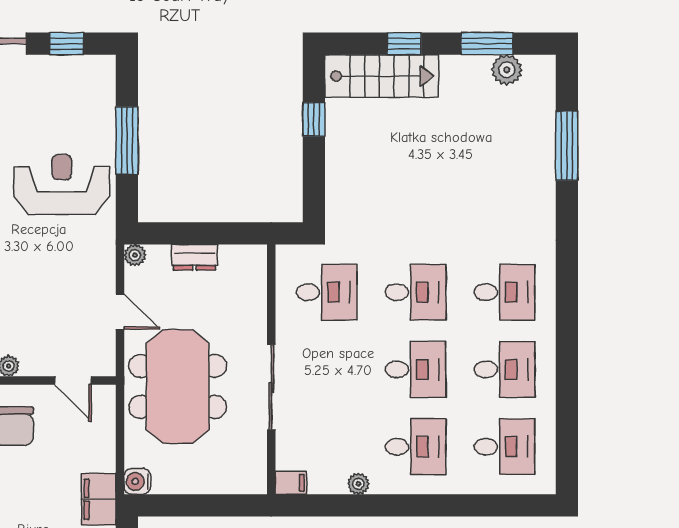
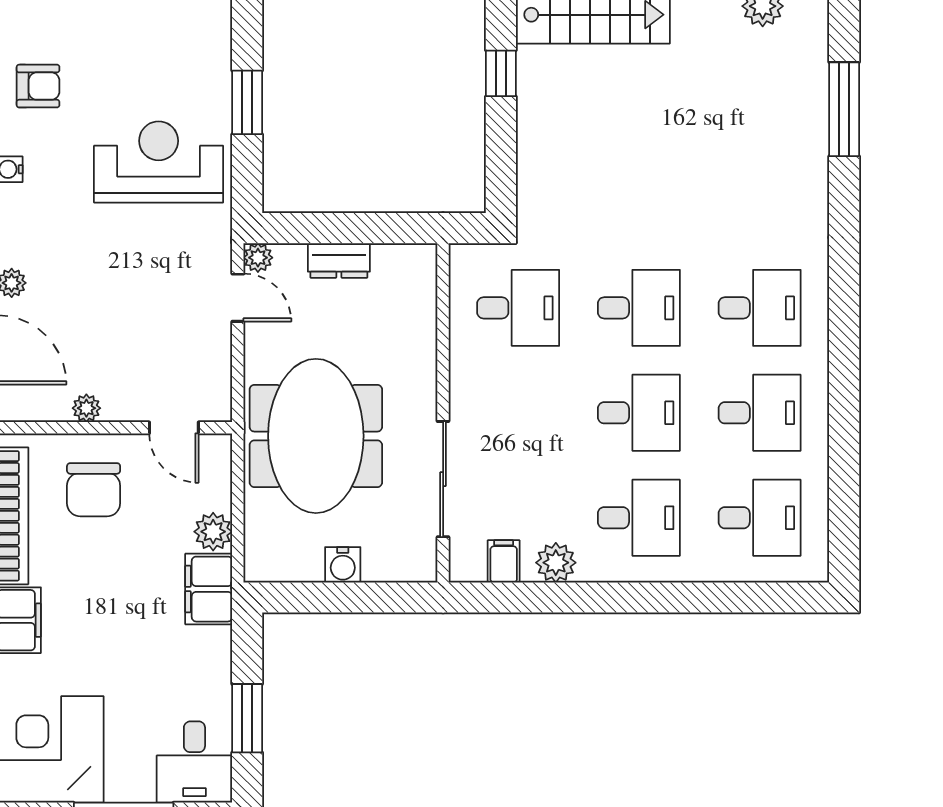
window: (127, 141) -> (247, 102), width x0.69
door: (120, 312) -> (238, 298), moved
sliding door: (271, 387) -> (443, 479), moved
plant: (102, 457) -> (213, 532), added
water cooler: (137, 481) -> (343, 565), moved, turned -90
filing cabinet: (291, 483) -> (504, 561), moved, turned -90
plant: (358, 484) -> (556, 563), width x1.38, depth x1.38

